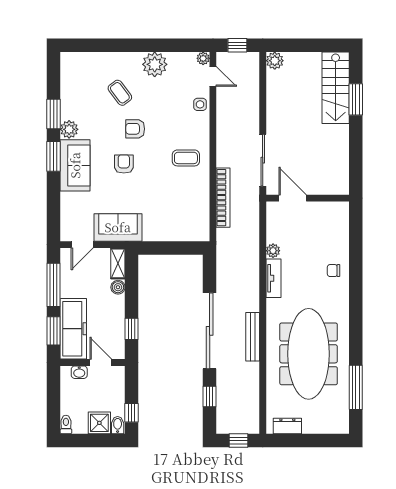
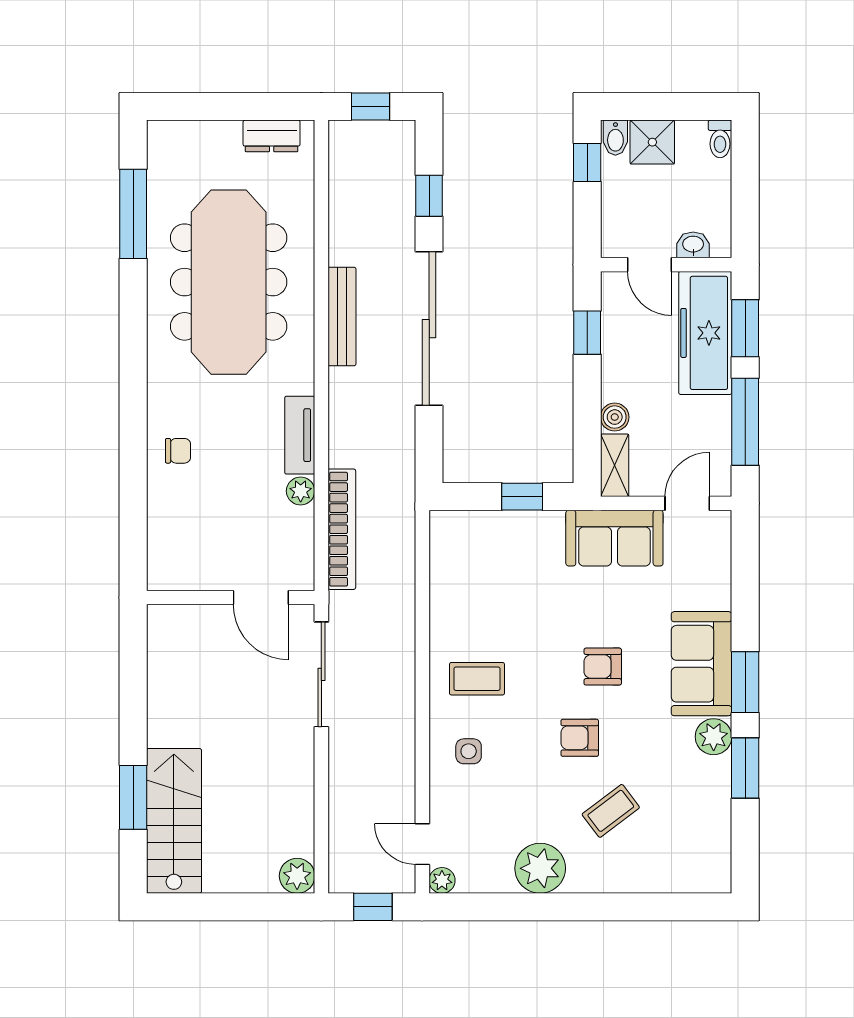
coffee table: (120, 93) -> (611, 811), turned 90
side table: (200, 104) -> (469, 751), moved
armchair: (135, 129) -> (580, 738), turned 180
armchair: (124, 164) -> (603, 667), turned 90
bookcase: (223, 198) -> (342, 529), moved, turned 180
window: (164, 248) -> (522, 497), added

